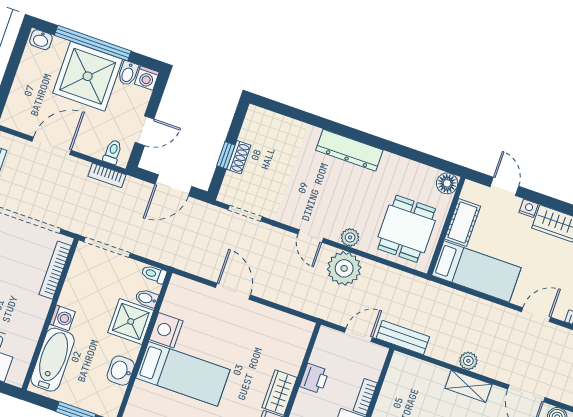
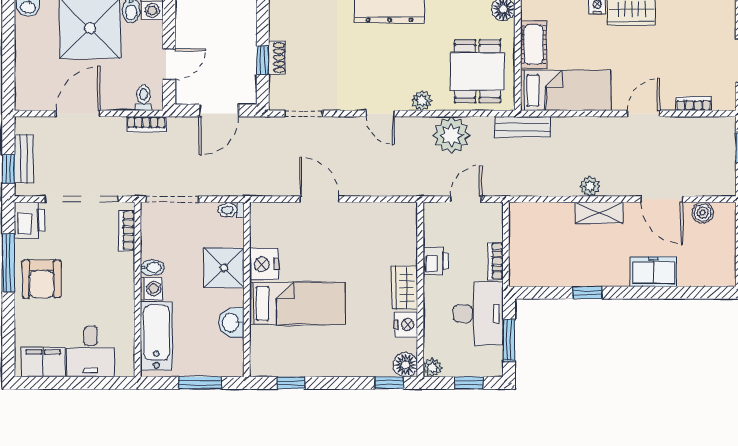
plant: (344, 268) -> (451, 135), moved
bookcase: (55, 270) -> (127, 231), width x0.64
bidet: (147, 298) -> (152, 268), moved, turned 180
bench: (403, 337) -> (522, 127), moved

